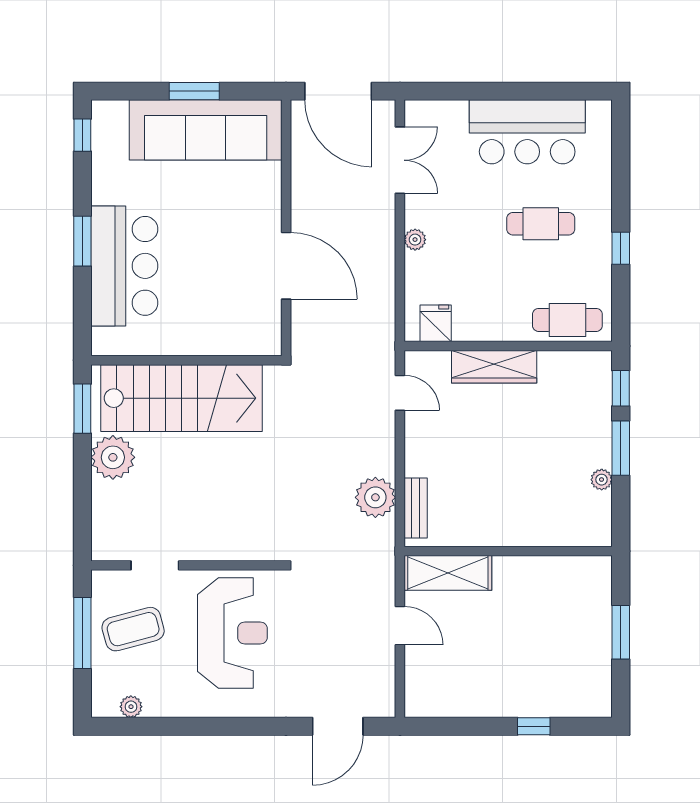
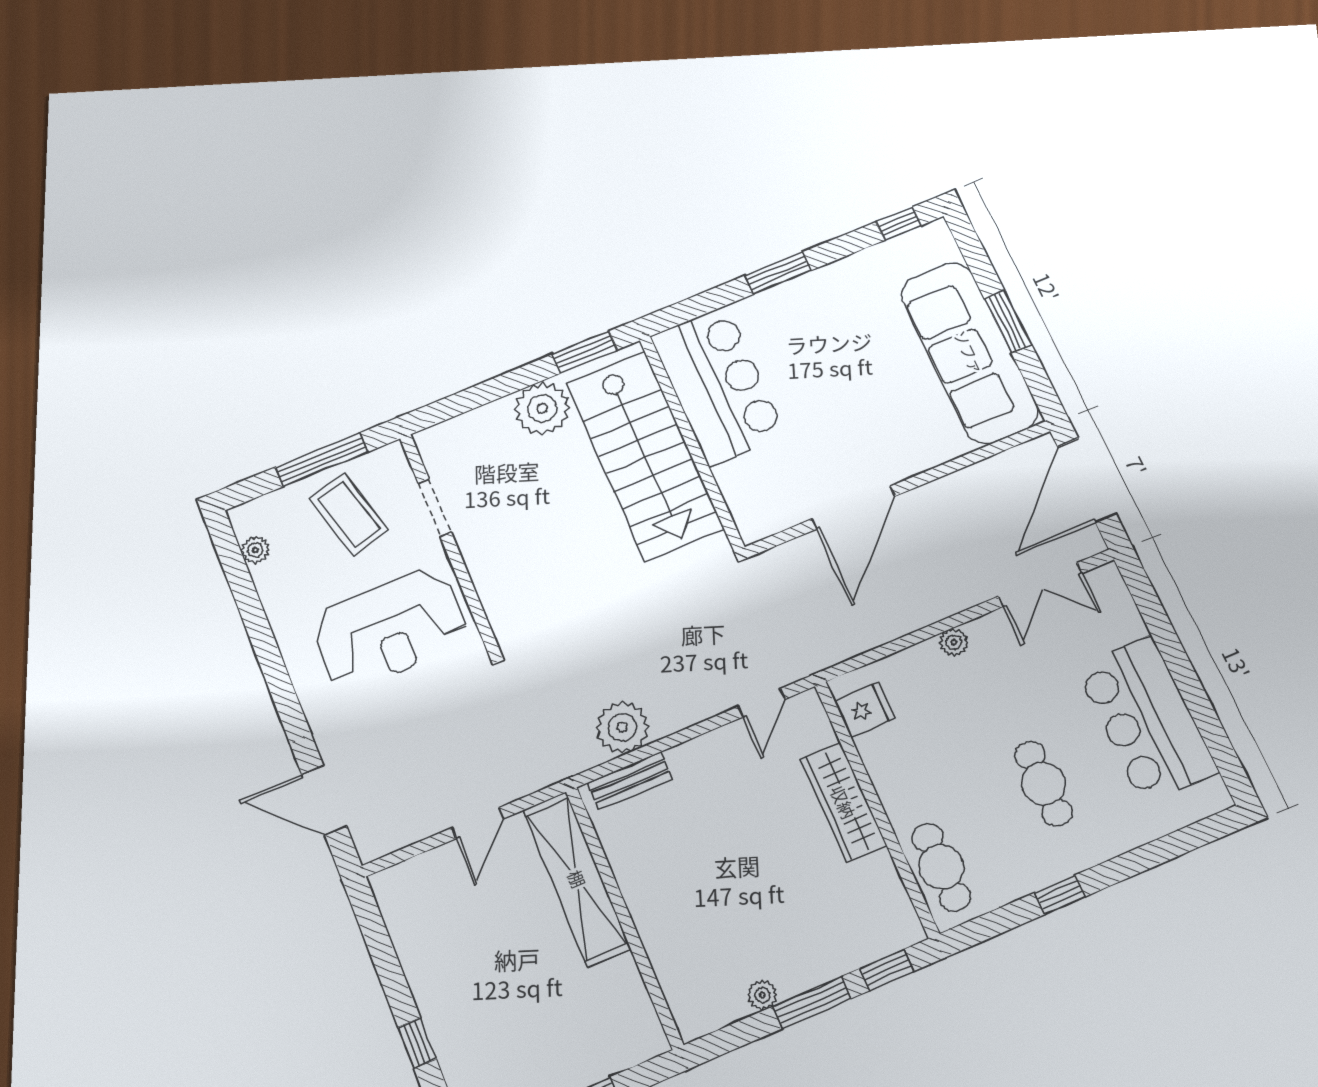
bar counter: (124, 266) -> (718, 385), moved, turned -90
shelving: (448, 573) -> (577, 879), width x1.47

